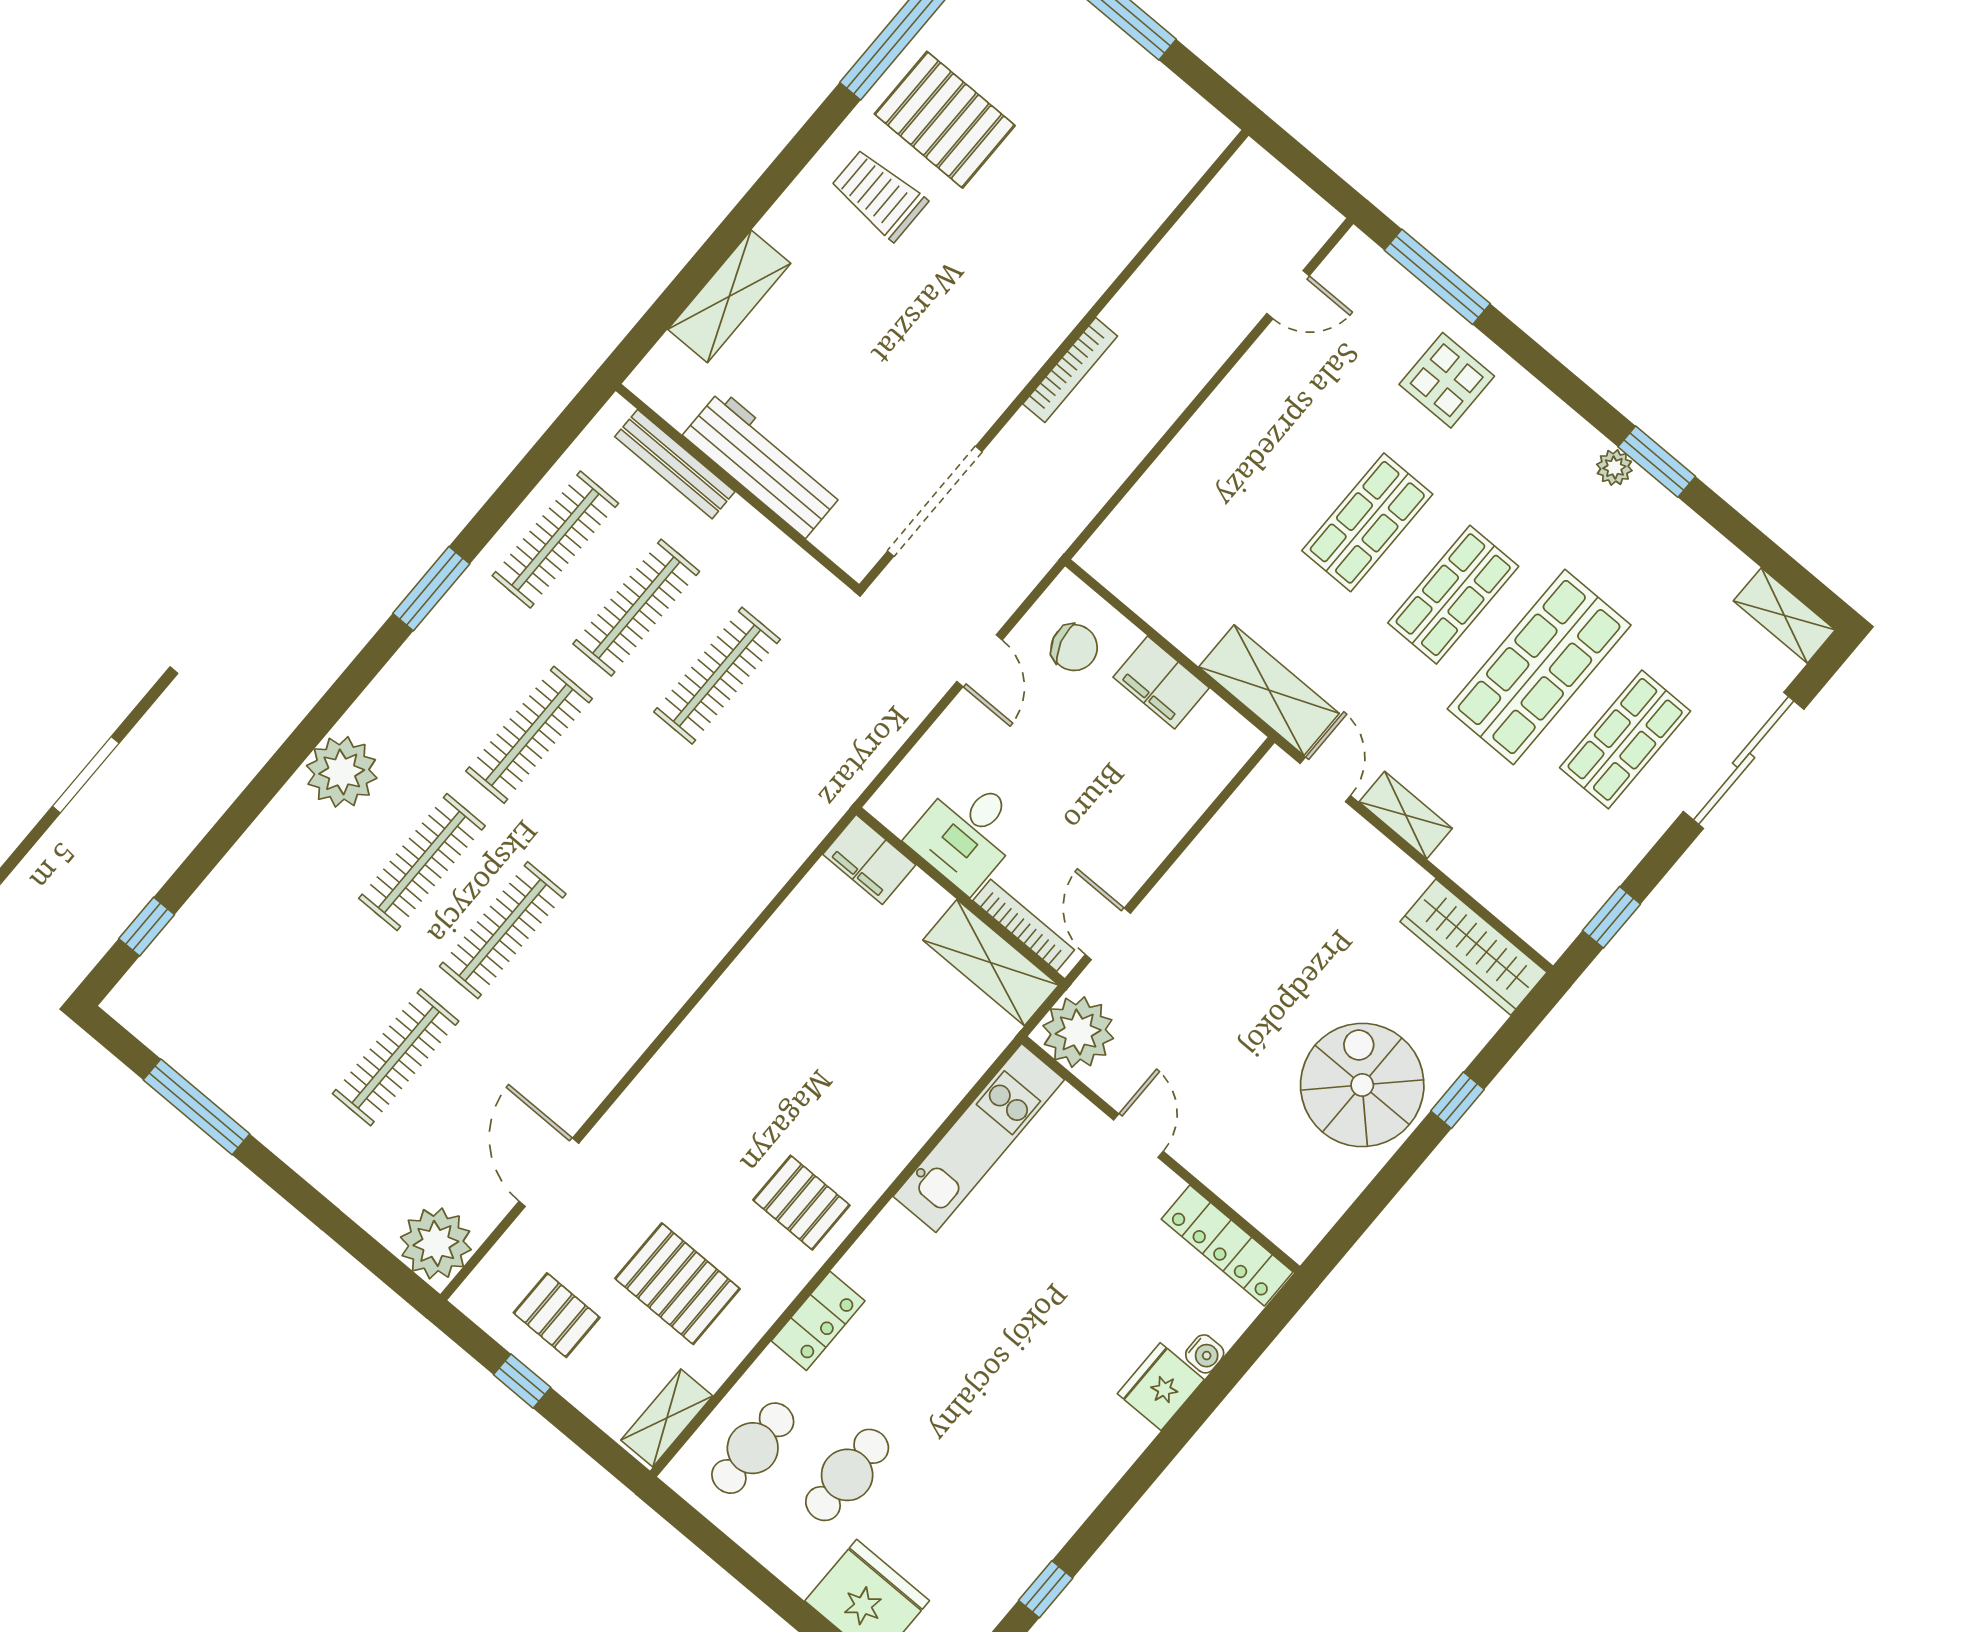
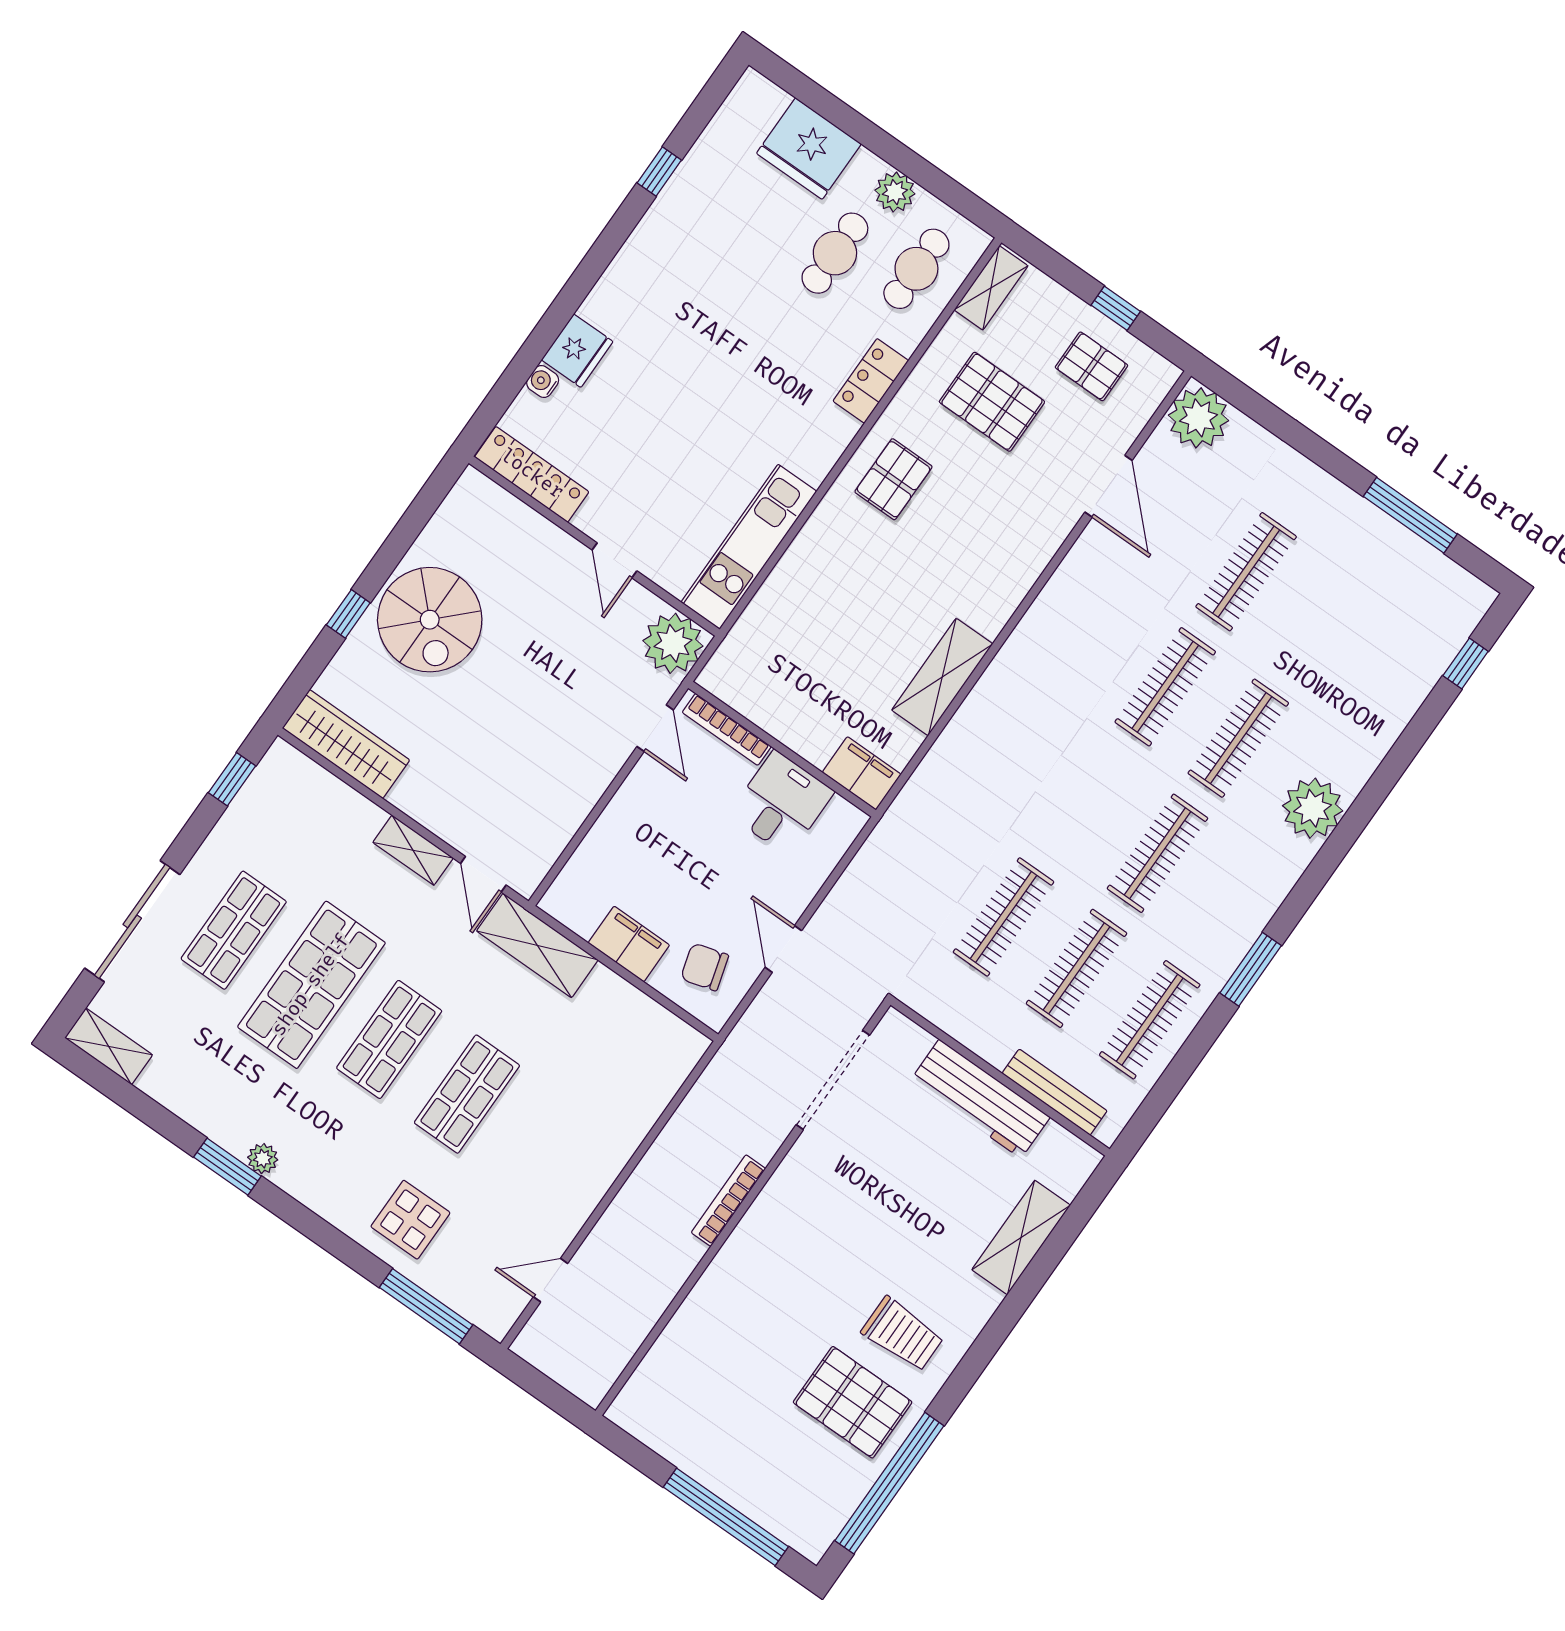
shelving: (991, 963) -> (942, 677), moved, turned 90
pallet: (801, 1203) -> (893, 479), turned 90
plant: (770, 1541) -> (895, 192), added

